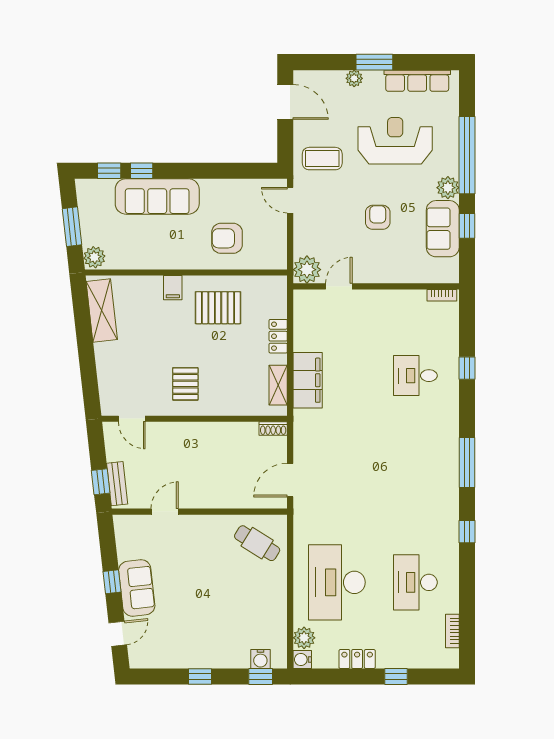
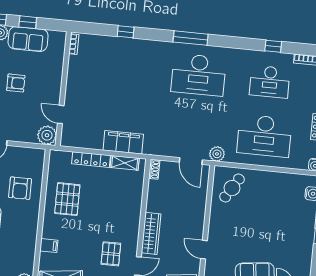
armchair: (378, 217) -> (16, 83), turned 180
filing cabinet: (173, 288) -> (49, 246), moved
locker: (278, 336) -> (91, 160), width x1.53
desk: (415, 376) -> (199, 75), moved, width x1.87, depth x1.30
pallet: (185, 384) -> (111, 254), moved, turned 90
wardrobe: (180, 433) -> (151, 233), added
window: (467, 532) -> (273, 46), moved
plant: (304, 638) -> (217, 154), moved

